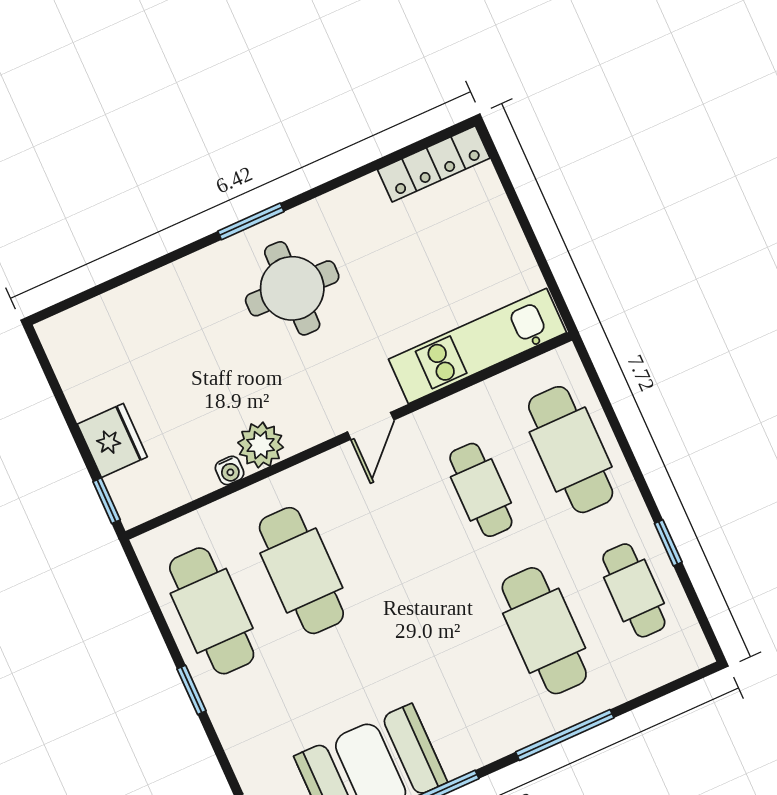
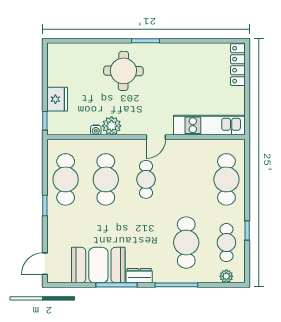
locker: (434, 164) -> (238, 65), moved, turned 90
round table: (292, 288) -> (123, 71), moved
cafe table: (481, 490) -> (146, 179), moved
plant: (667, 666) -> (226, 276), added
dresser: (472, 752) -> (139, 276), added

